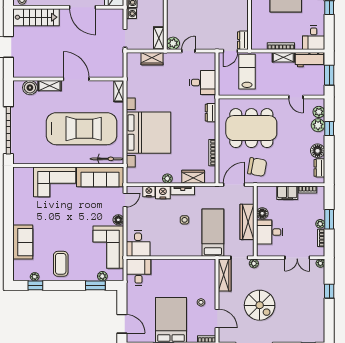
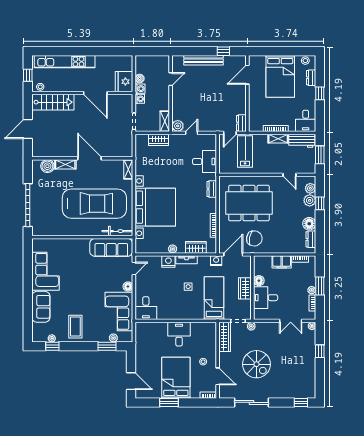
corner sofa: (55, 182) -> (46, 271), moved, turned -90
nightstand: (149, 191) -> (216, 261), moved
wardrobe: (247, 222) -> (245, 288), width x0.67
desk: (138, 272) -> (179, 334), moved

